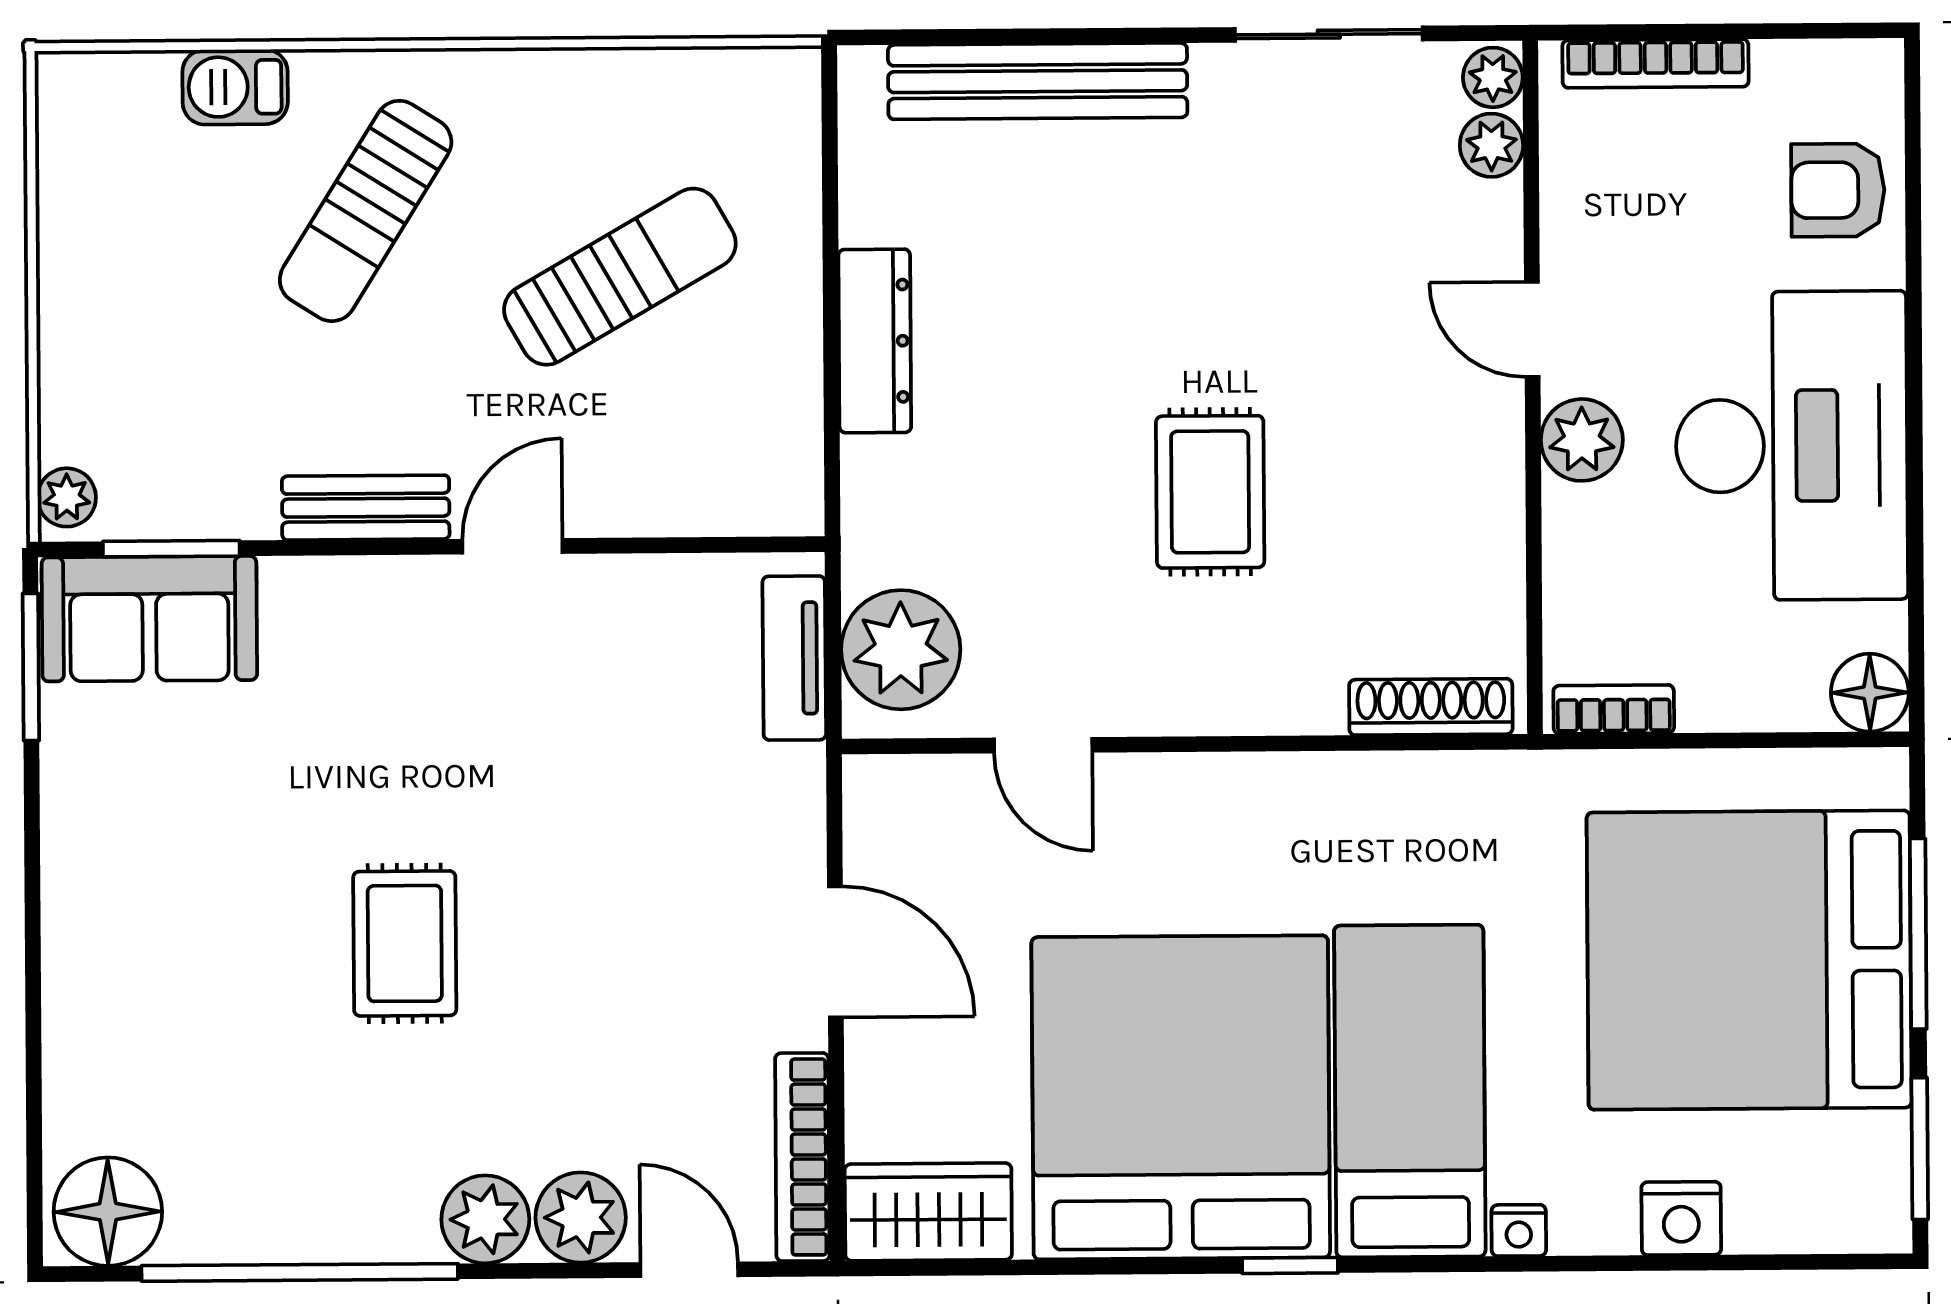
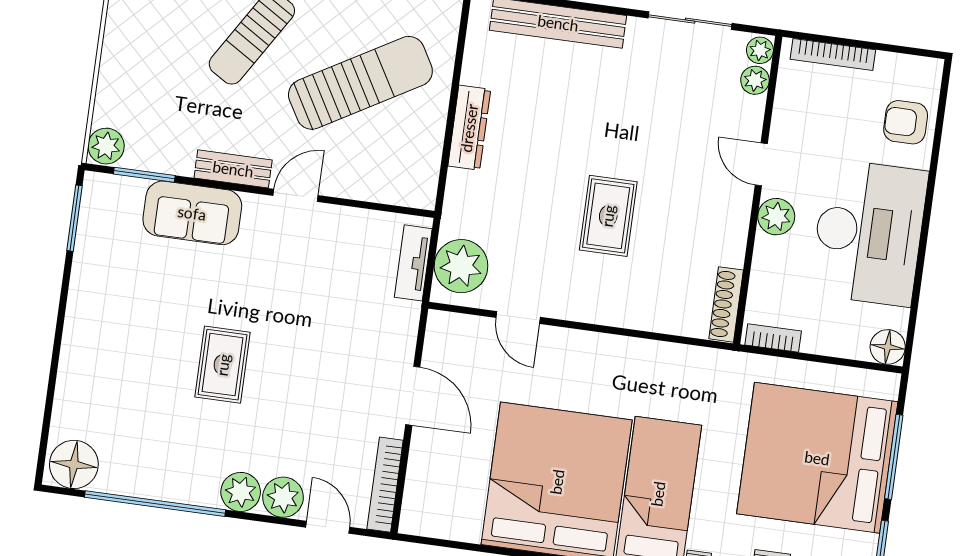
sun lounger: (620, 277) -> (360, 83), width x1.36, depth x1.34
plant: (67, 497) -> (106, 146), width x1.38, depth x1.38
sofa: (149, 619) -> (192, 213), moved
shoe rack: (1431, 707) -> (726, 304), moved, turned -90
wardrobe: (928, 1212) -> (437, 517), removed

